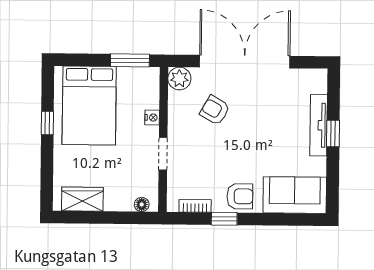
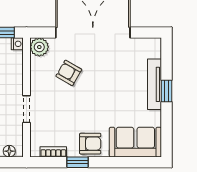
nightstand: (152, 118) -> (17, 44), moved

